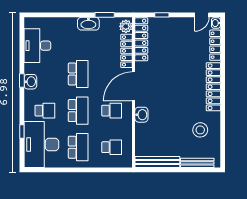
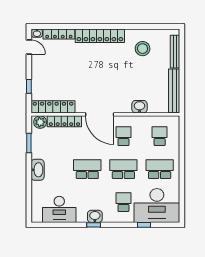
washbasin: (88, 24) -> (38, 170), moved
washbasin: (141, 115) -> (139, 107), moved

